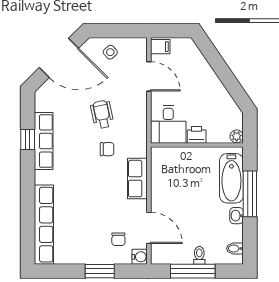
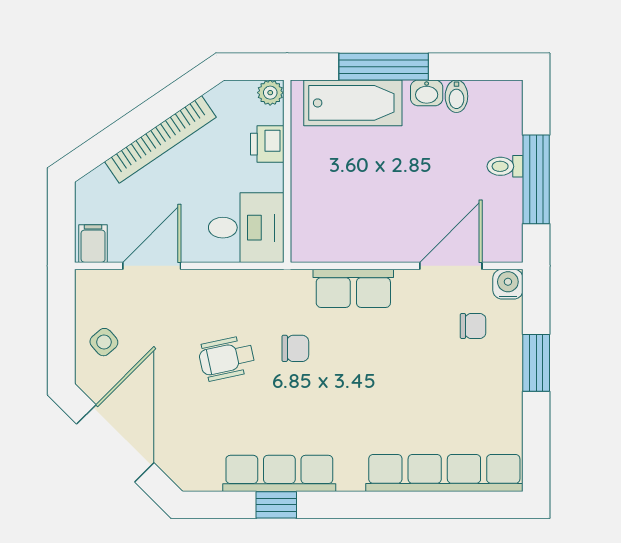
bookcase: (213, 81) -> (160, 139), added
printer: (197, 135) -> (267, 144), moved
chair: (107, 149) -> (295, 348), turned 90
bidet: (235, 249) -> (456, 96), moved

